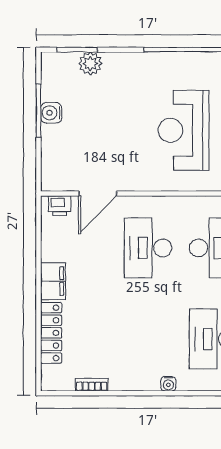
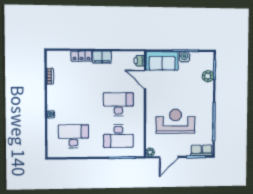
sofa: (60, 159) -> (162, 61), added
locker: (51, 333) -> (81, 56), width x0.66

